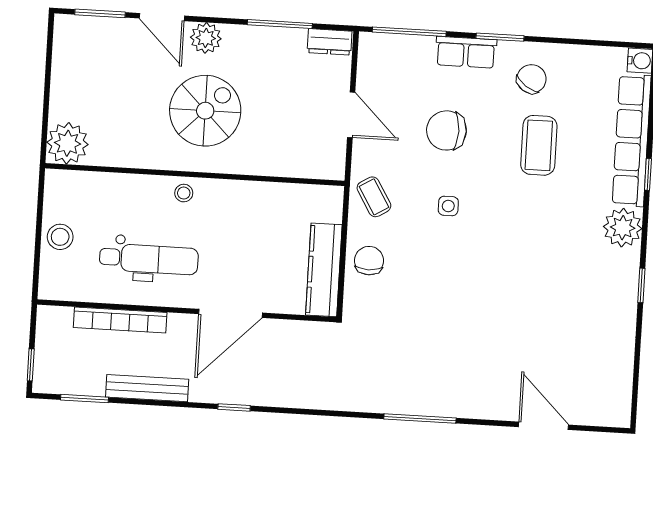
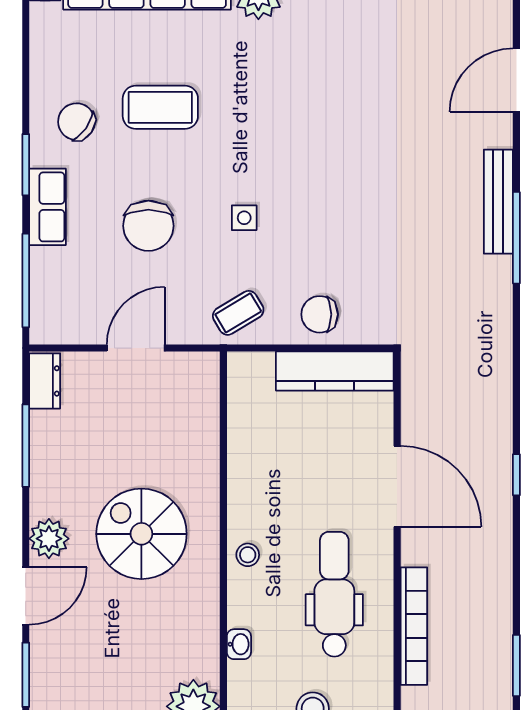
washbasin: (114, 182) -> (239, 644), added
bench: (147, 388) -> (498, 202), moved

